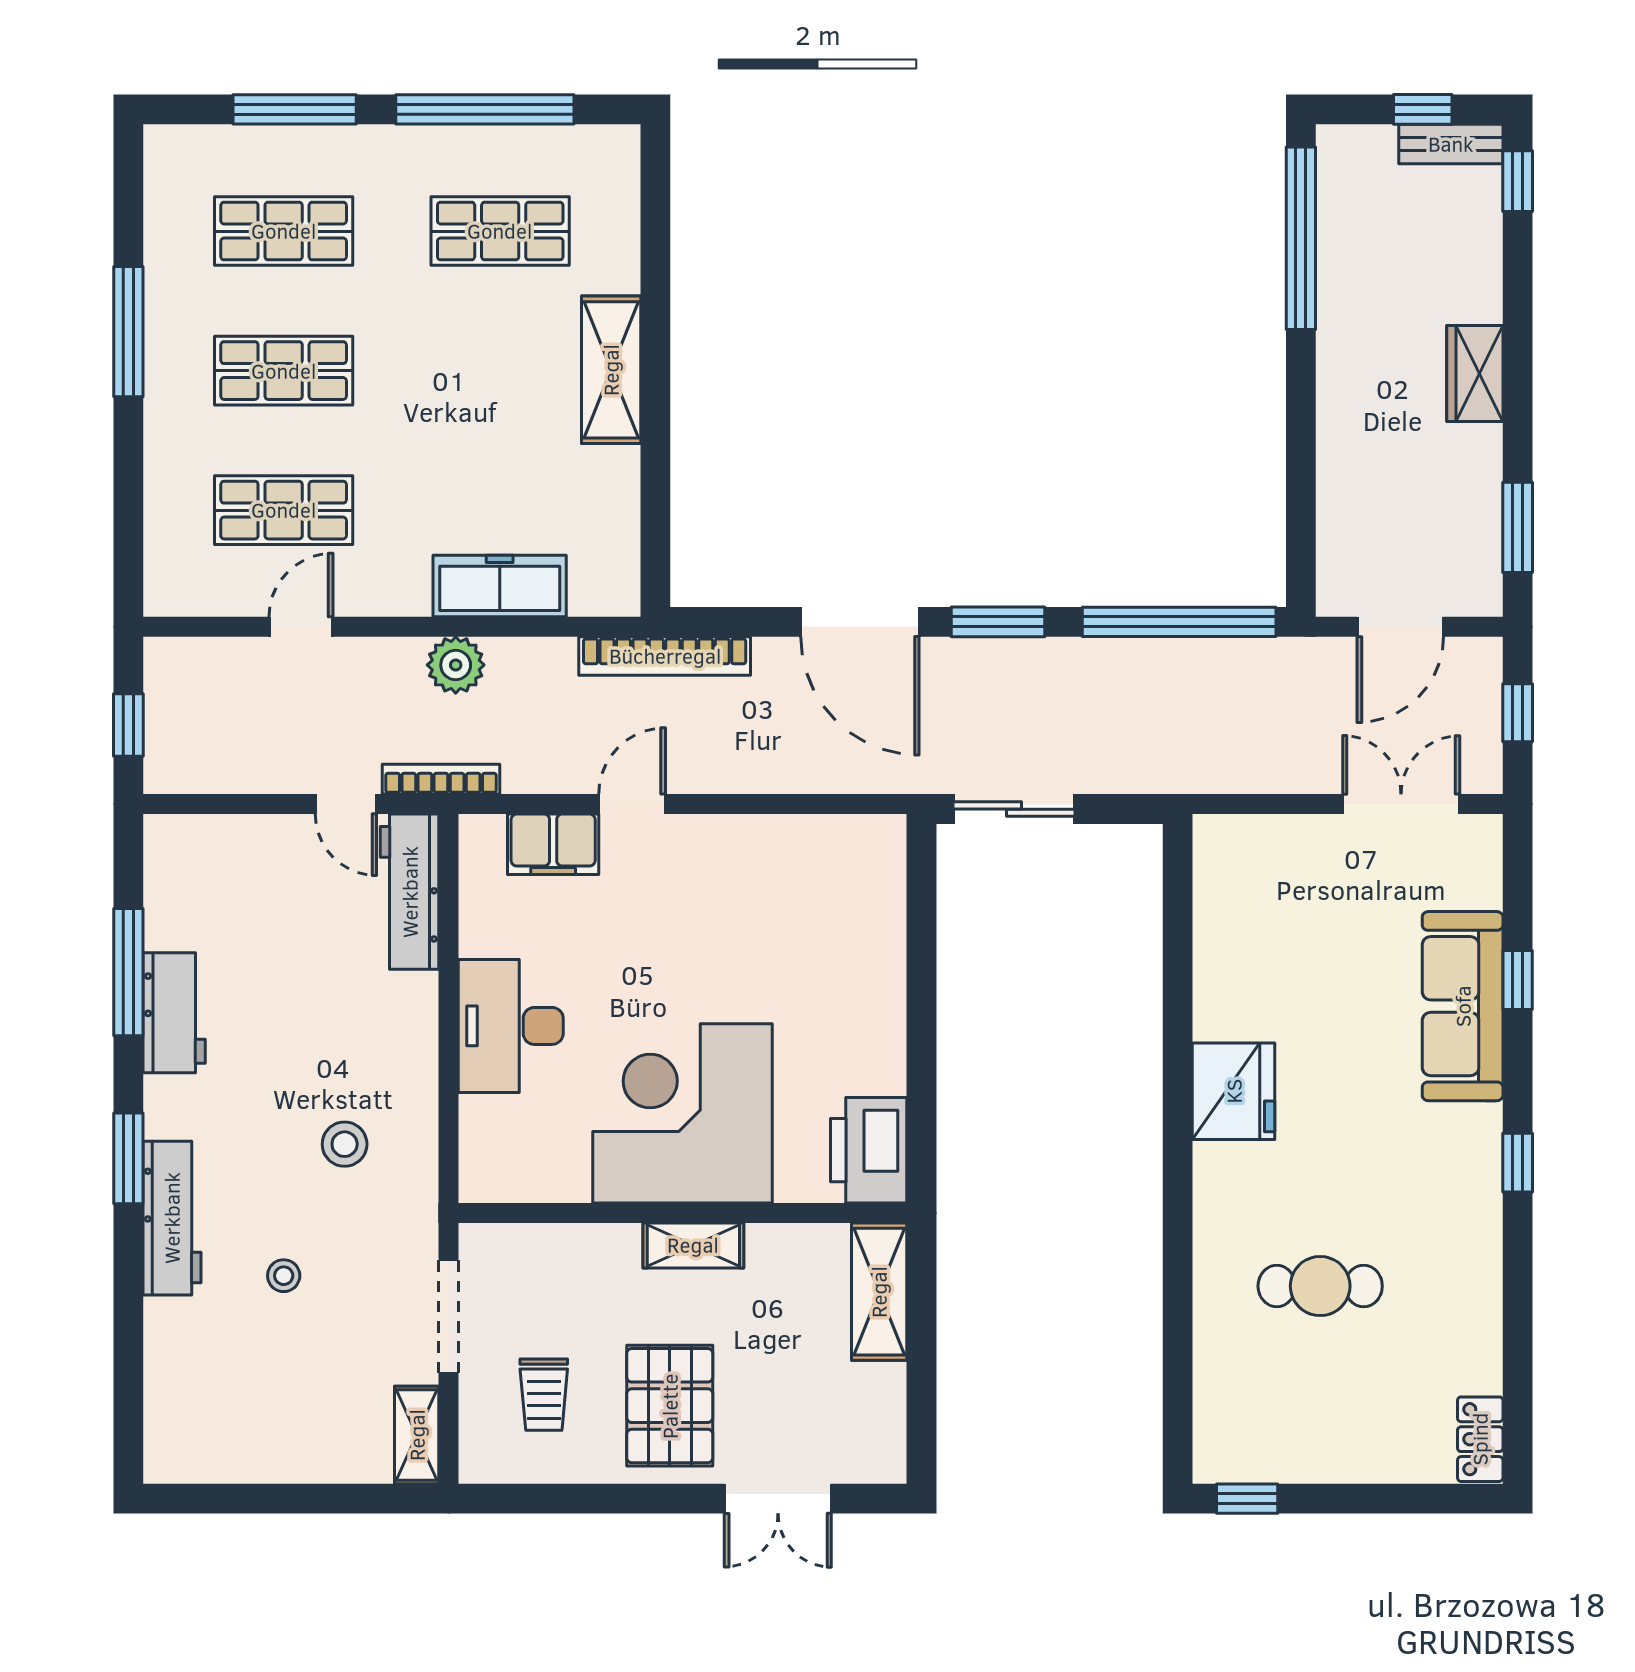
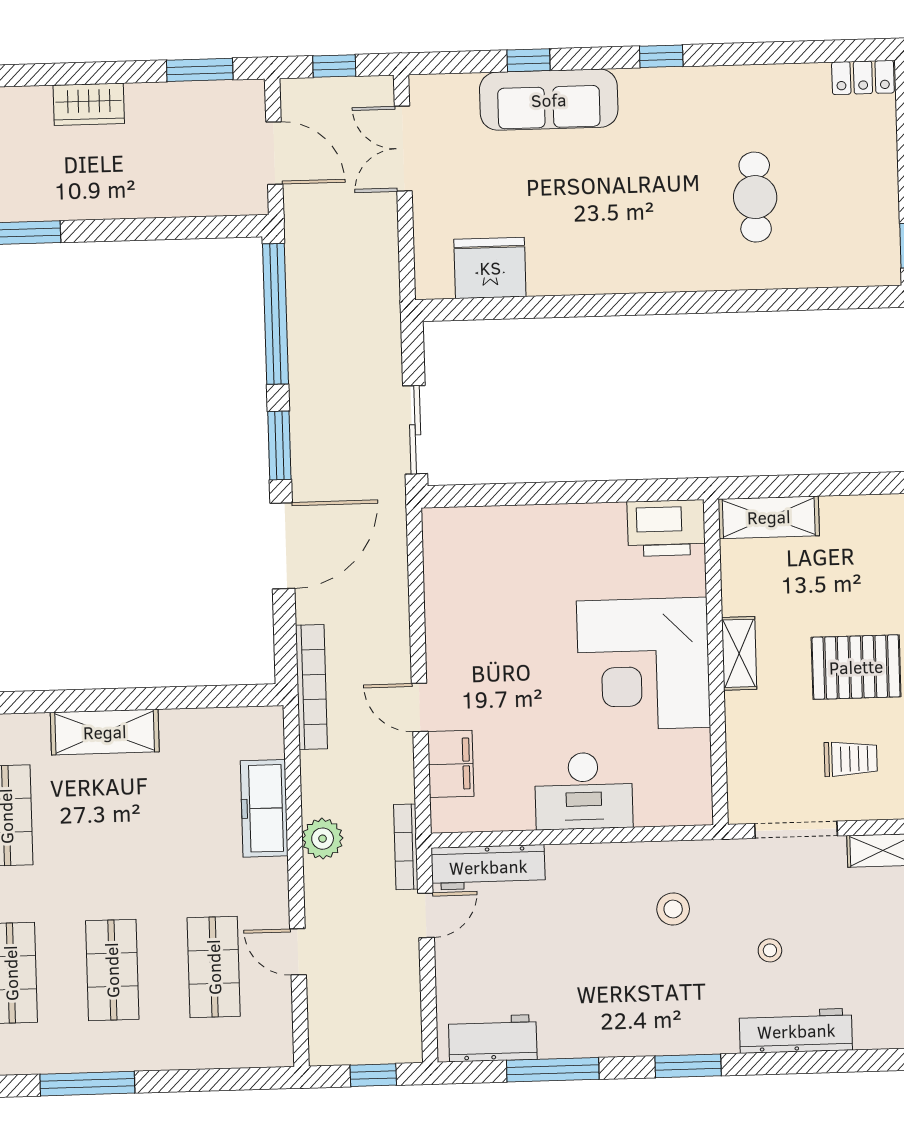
workbench: (174, 1013) -> (493, 1038), moved
fridge: (1234, 1091) -> (490, 268), moved
workbench: (172, 1218) -> (796, 1031), moved

